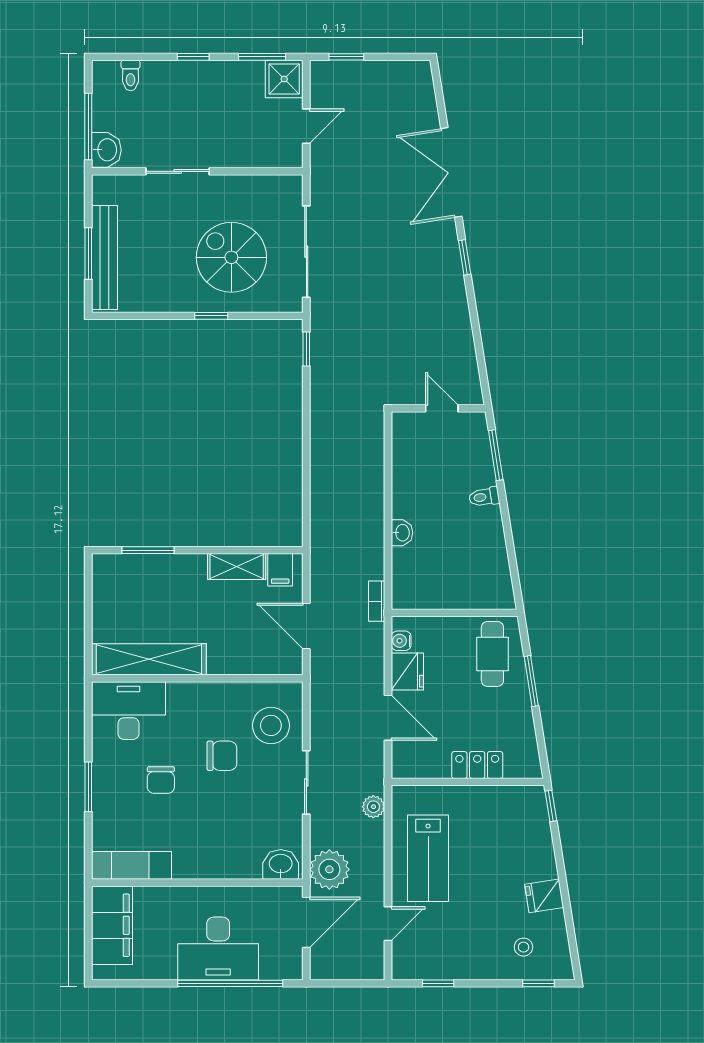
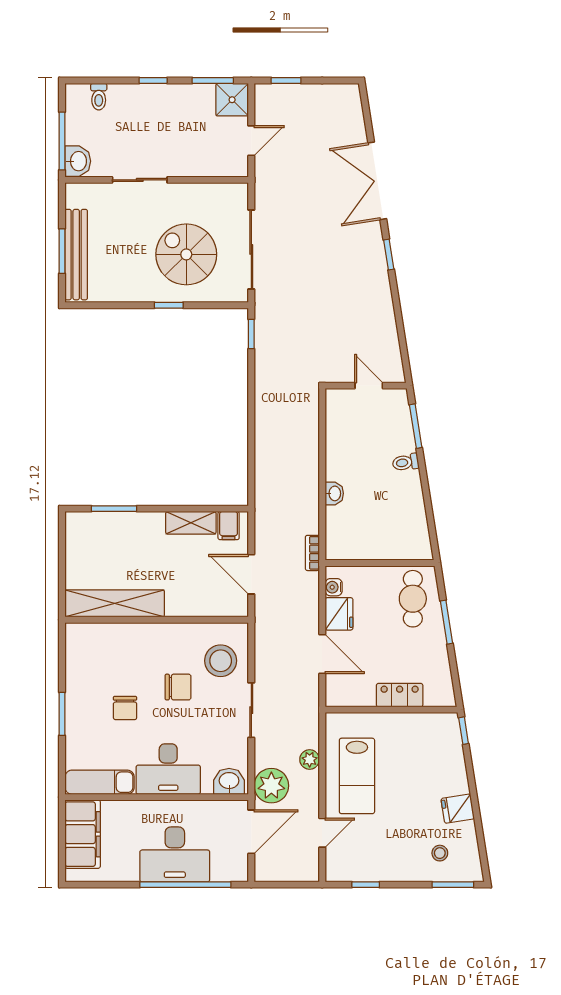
desk: (129, 711) -> (168, 769), moved, turned 180
plant: (373, 807) -> (310, 760), moved
window: (539, 983) -> (453, 885), width x1.50

